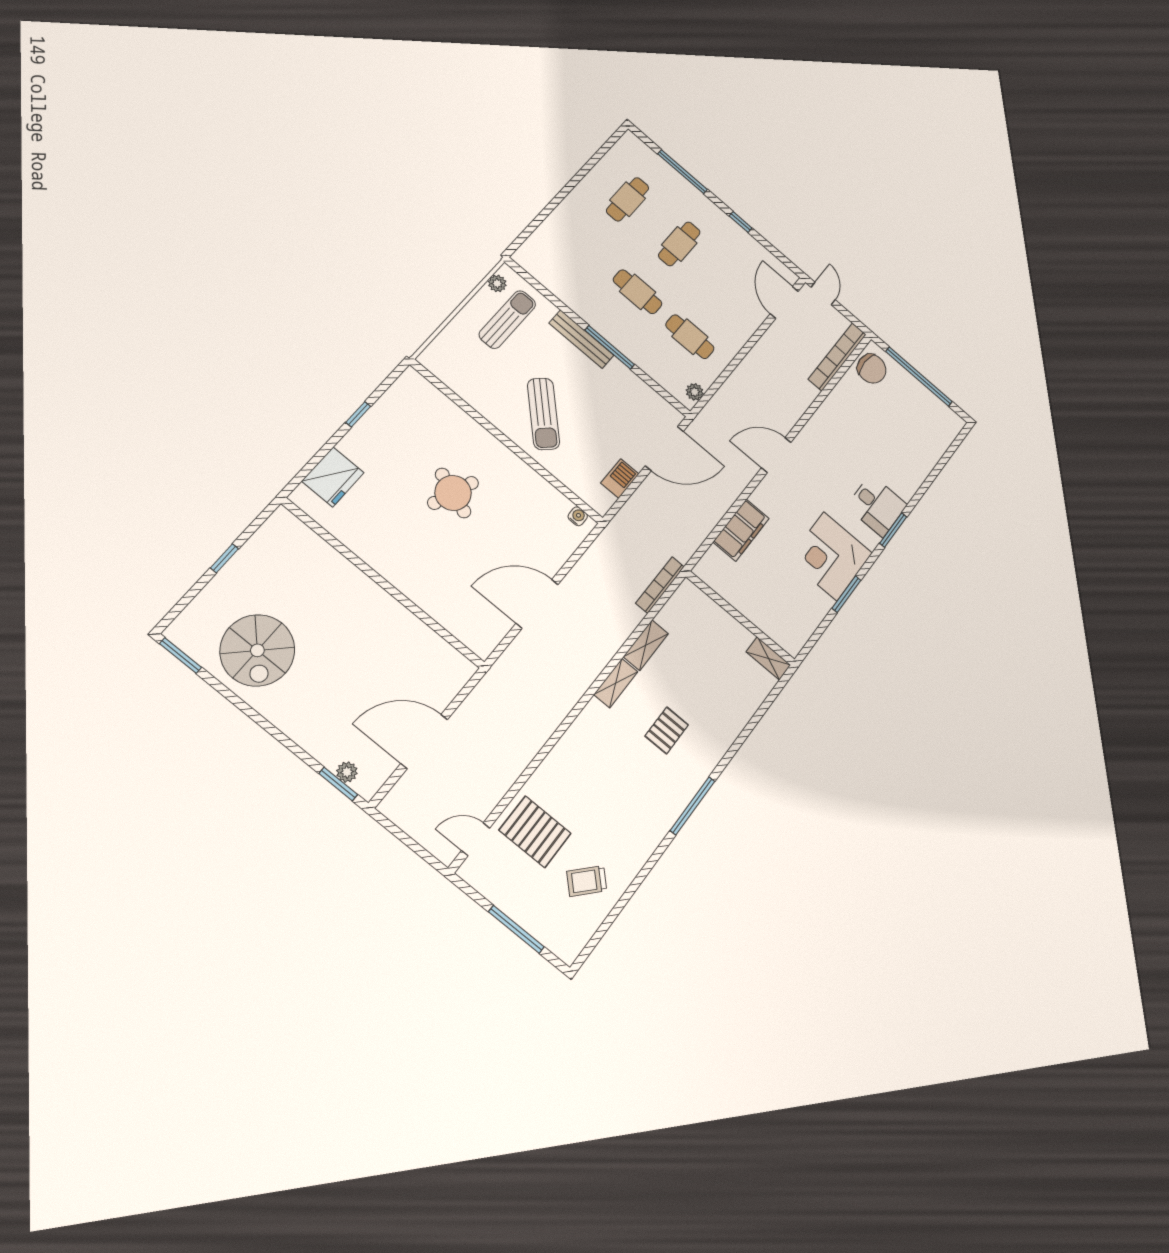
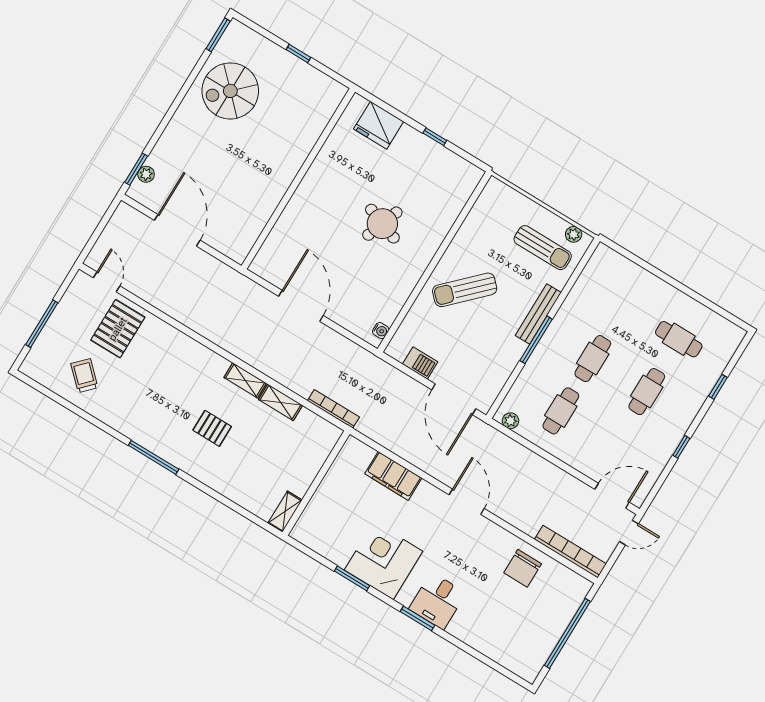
window: (683, 172) -> (718, 387), width x0.46
cafe table: (679, 244) -> (647, 392), turned 90
chair: (872, 369) -> (523, 568), moved

